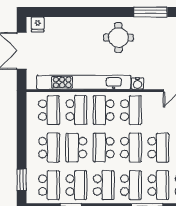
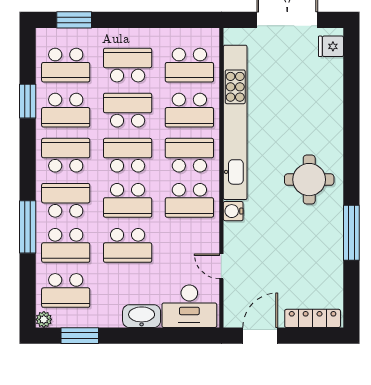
school desk: (49, 148) -> (128, 65), turned 180
school desk: (104, 185) -> (66, 155), turned 180
school desk: (131, 185) -> (66, 200), turned 180

